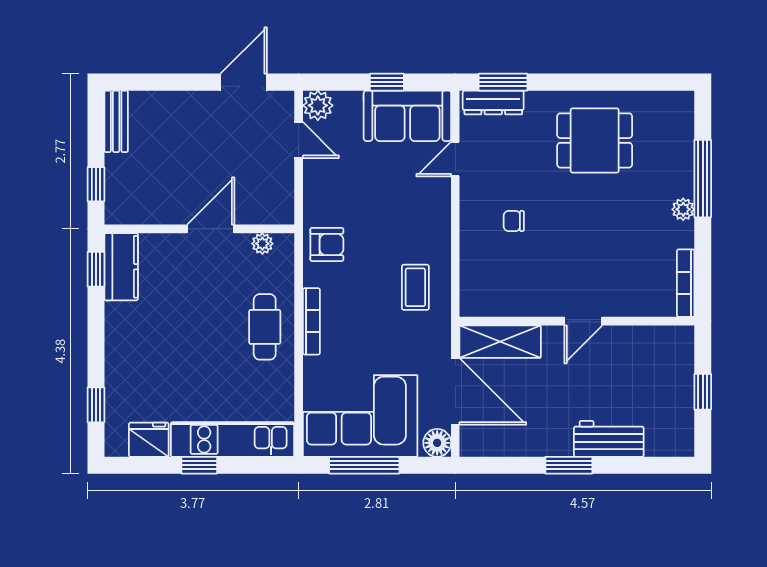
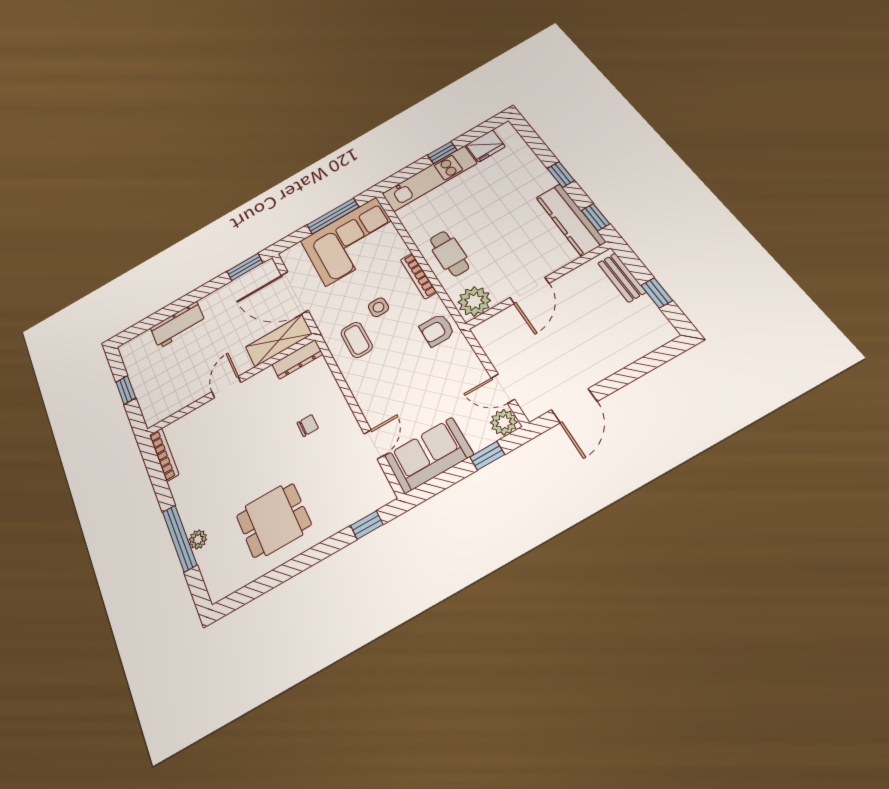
window: (387, 82) -> (487, 456), moved
window: (503, 82) -> (367, 525), width x0.67
dresser: (493, 102) -> (297, 359), moved, turned 180
bench: (116, 121) -> (622, 278), moved
window: (96, 184) -> (657, 293), moved
plant: (683, 209) -> (198, 539), moved
plant: (262, 244) -> (474, 301), width x1.88, depth x1.88
kitchen counter: (121, 267) -> (570, 219), width x1.50
side table: (373, 311) -> (378, 307), added
window: (96, 405) -> (561, 174), moved
floor lamp: (437, 443) -> (291, 256), removed
window: (569, 465) -> (245, 267), moved

